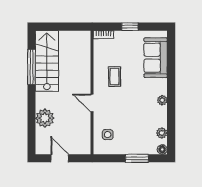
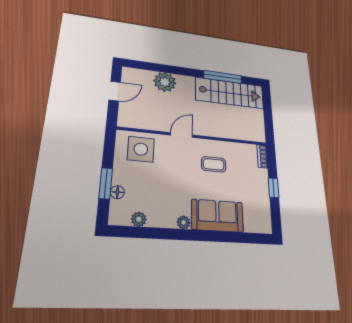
sofa: (156, 58) -> (217, 216), moved
side table: (108, 135) -> (141, 149), width x1.87, depth x1.87
floor lamp: (162, 149) -> (117, 192), moved

